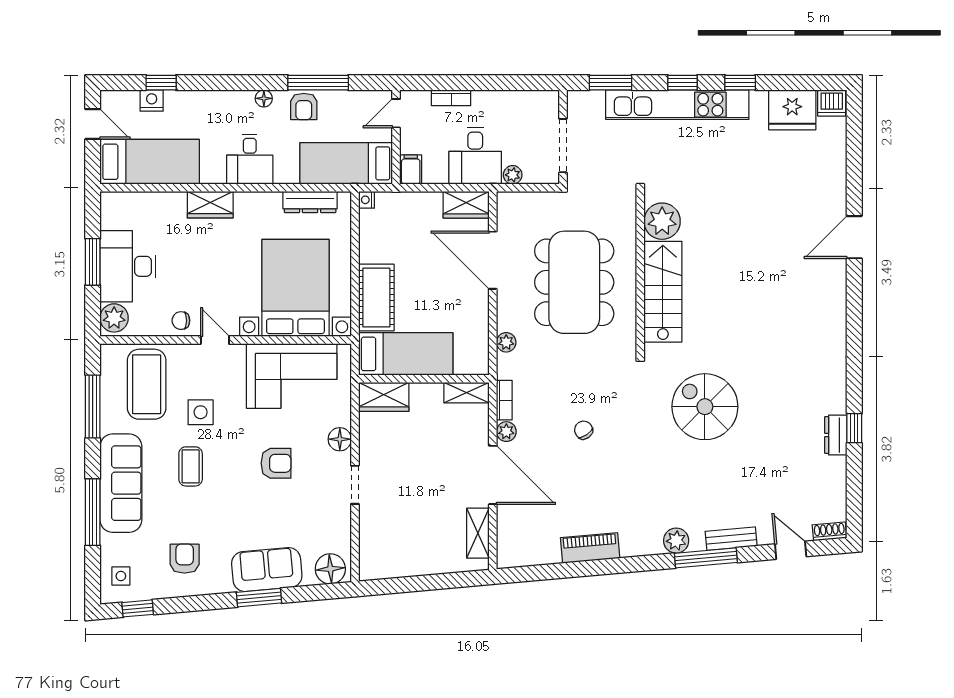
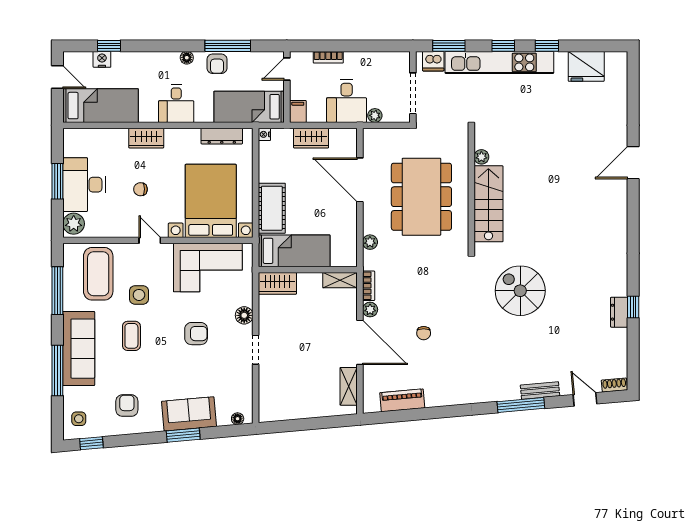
dishwasher: (832, 103) -> (433, 61), moved
wardrobe: (466, 205) -> (311, 138), moved
plant: (662, 221) -> (481, 157), width x0.53, depth x0.53
chair: (181, 321) -> (140, 189), moved
chair: (584, 430) -> (424, 333), moved, turned -145
plant: (676, 541) -> (498, 392), removed
piano: (590, 548) -> (402, 400), moved
floor lamp: (330, 569) -> (238, 419), width x0.53, depth x0.53

